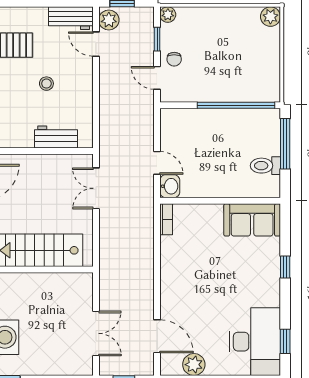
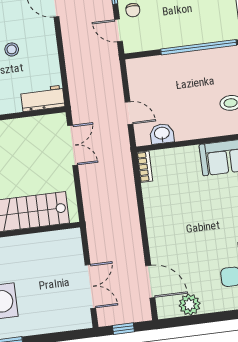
workbench: (56, 137) -> (43, 98), moved
washbasin: (170, 186) -> (162, 134), moved, turned -90
double door: (96, 188) -> (73, 145), swing flipped

